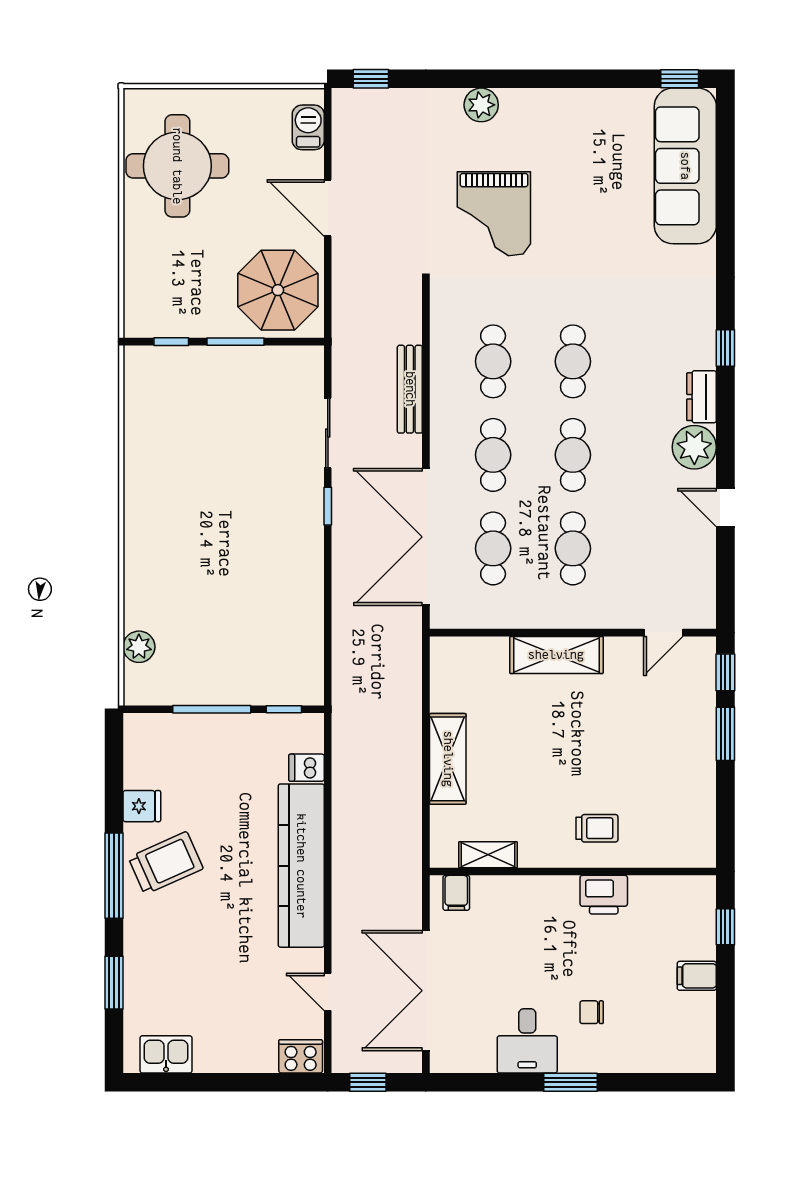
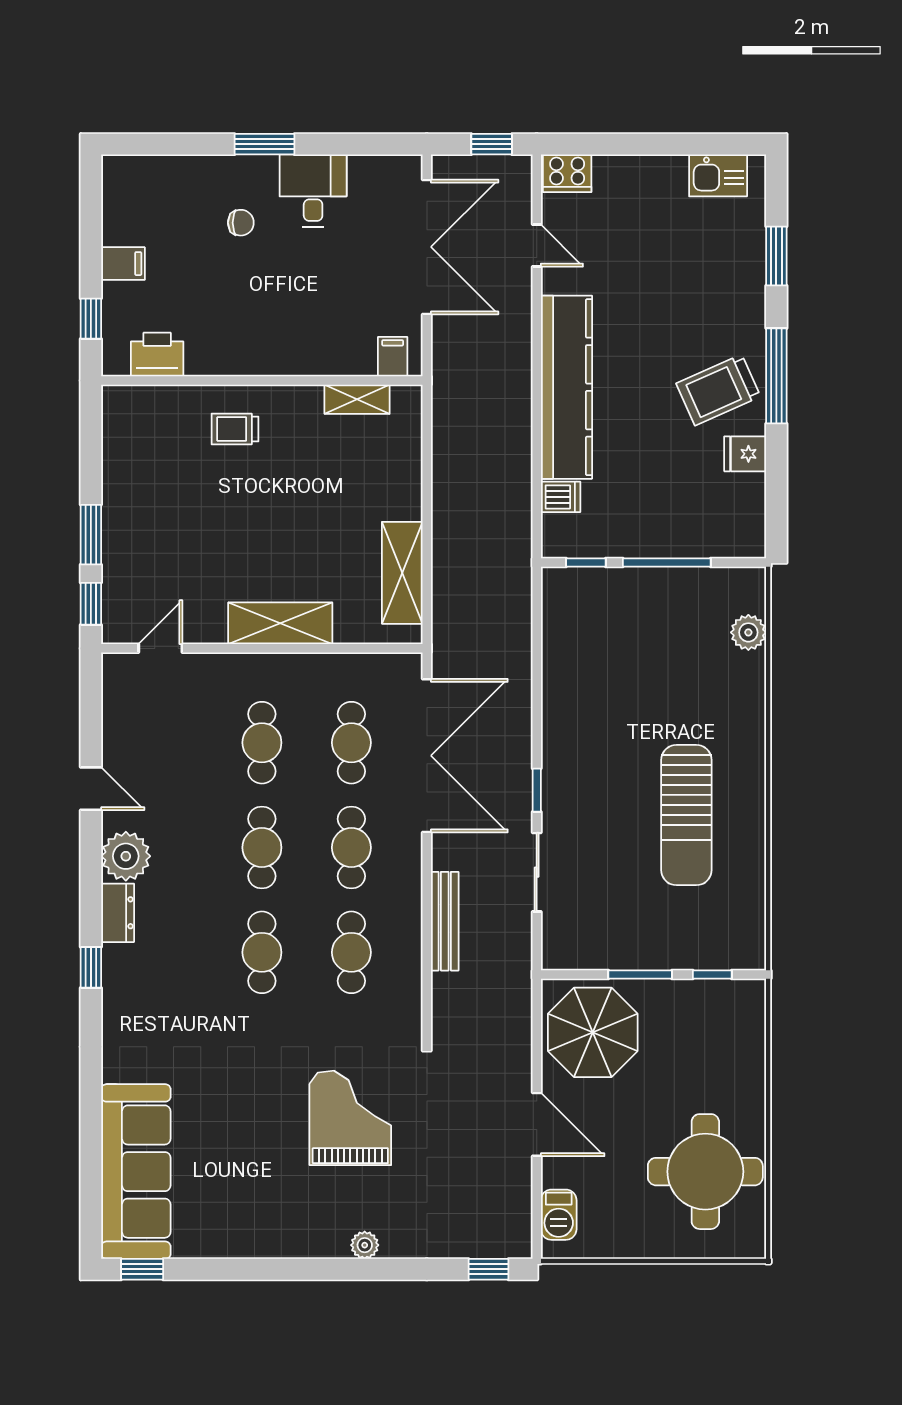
plant: (481, 105) -> (365, 1245), width x0.73, depth x0.73
sun lounger: (194, 484) -> (686, 815), added
shelving: (448, 759) -> (402, 573), moved
printer: (604, 895) -> (157, 355), moved

